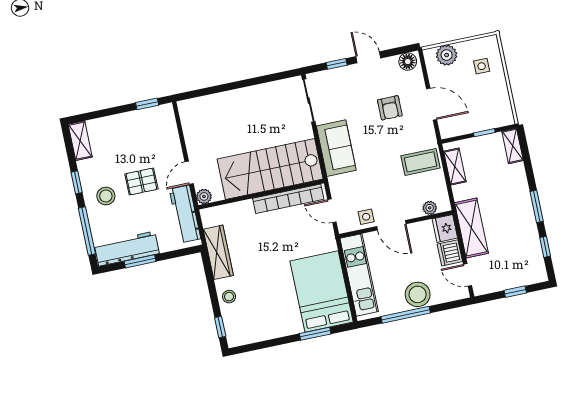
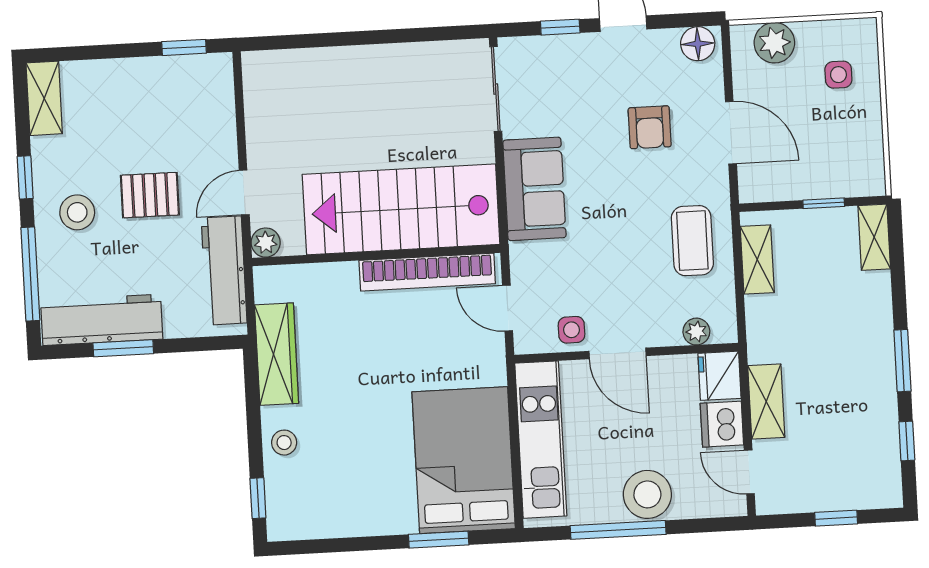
coffee table: (420, 162) -> (692, 241), turned 90
shelving: (471, 228) -> (766, 402), width x0.67, depth x0.75

